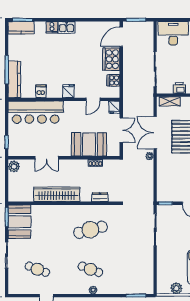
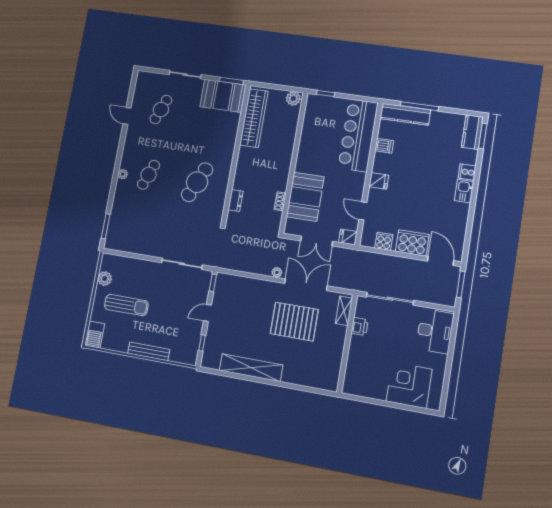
double door: (47, 158) -> (297, 141), removed
wardrobe: (57, 194) -> (254, 118), moved
cafe table: (90, 230) -> (197, 182), turned 39

